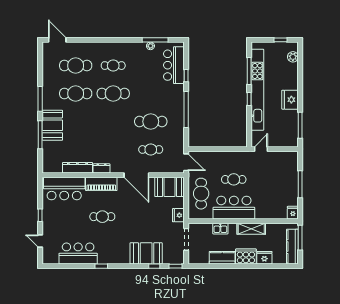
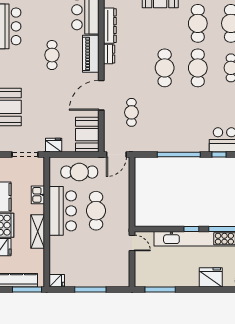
fridge: (290, 100) -> (211, 277), moved
cafe table: (151, 122) -> (165, 68), moved
cafe table: (234, 179) -> (96, 211), width x1.37, depth x1.35

